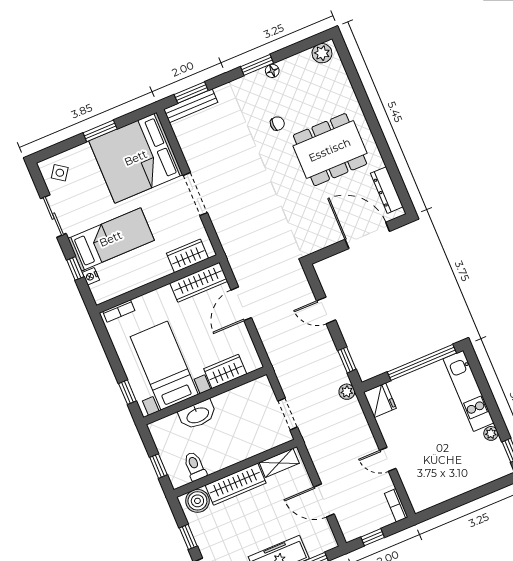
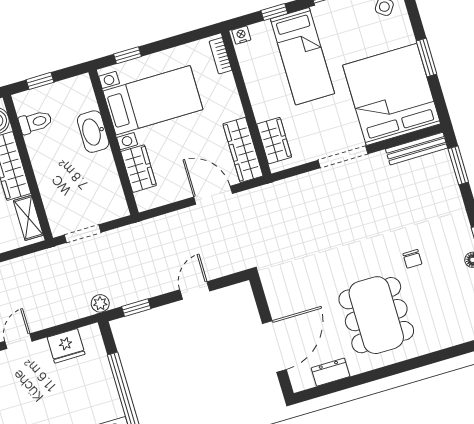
bench: (191, 106) -> (417, 149), moved, turned 90
dresser: (387, 190) -> (331, 372), width x0.70
nightstand: (91, 276) -> (241, 35), moved
fridge: (380, 400) -> (66, 346), moved

